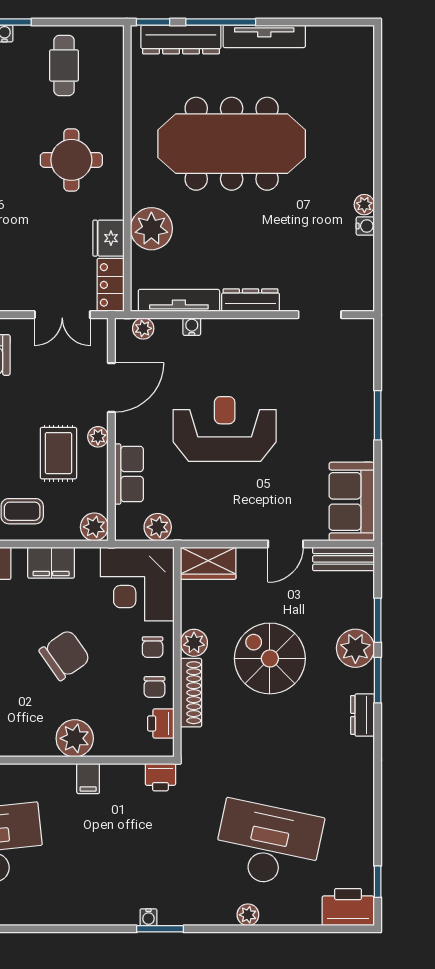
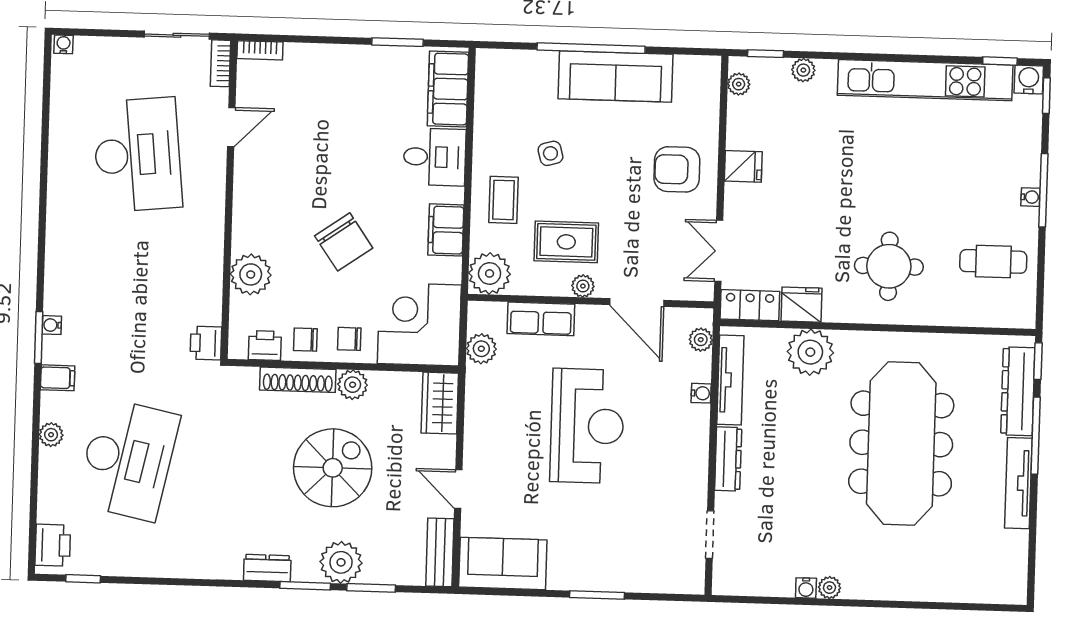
plant: (94, 527) -> (490, 273), width x1.36, depth x1.36
plant: (75, 738) -> (251, 274), moved
filing cabinet: (88, 778) -> (58, 378), moved, turned 180
printer: (348, 907) -> (53, 545), width x0.73, depth x0.84

